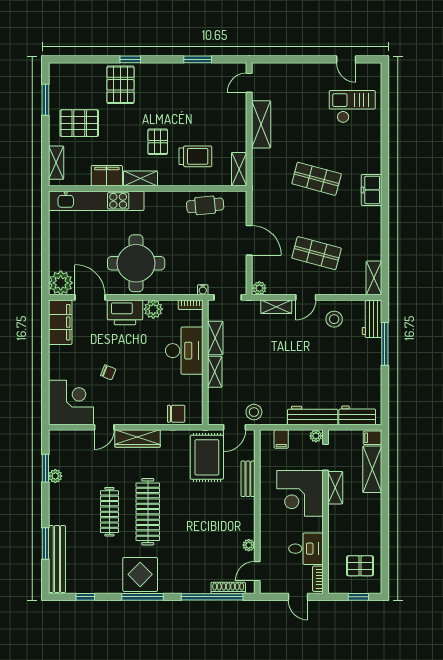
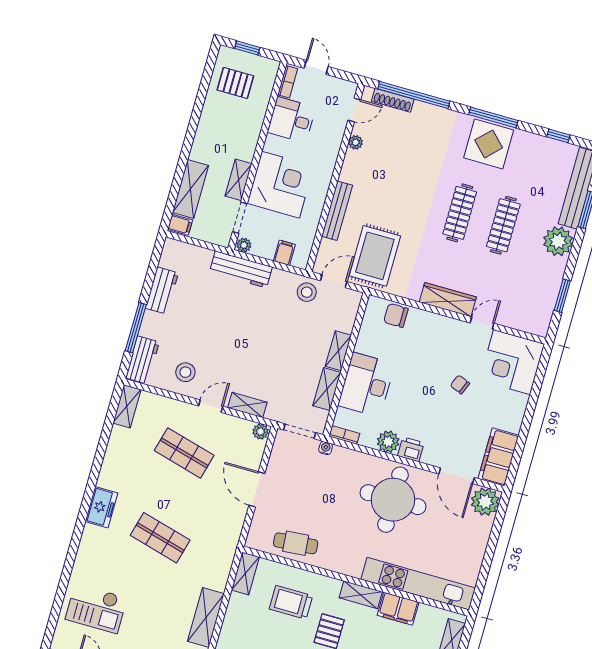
printer: (125, 312) -> (411, 449), width x0.53, depth x0.68
workbench: (357, 415) -> (162, 291), moved, turned -90
plant: (55, 476) -> (558, 241), moved, width x1.88, depth x1.88
bench: (248, 479) -> (337, 211), width x1.36
clothes rail: (148, 512) -> (460, 213), width x0.73, depth x0.76

